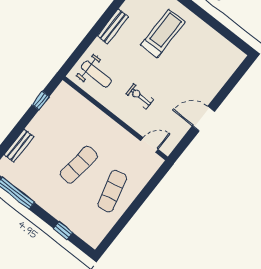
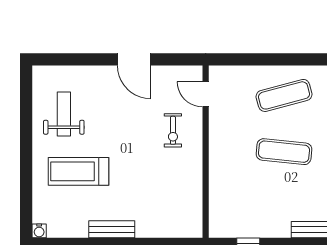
weight bench: (96, 74) -> (64, 114), moved
exercise bike: (140, 96) -> (173, 130), moved

